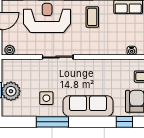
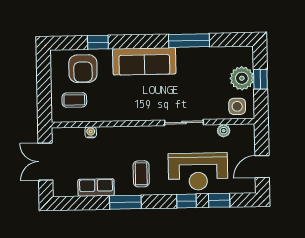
plant: (10, 50) -> (224, 131), moved
side table: (46, 98) -> (237, 106), moved

